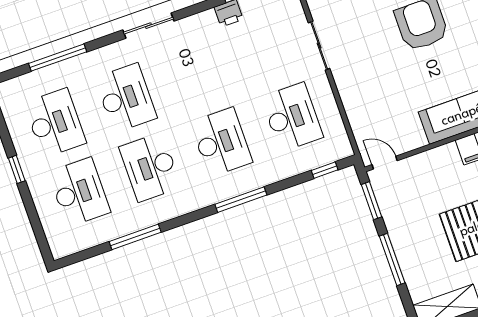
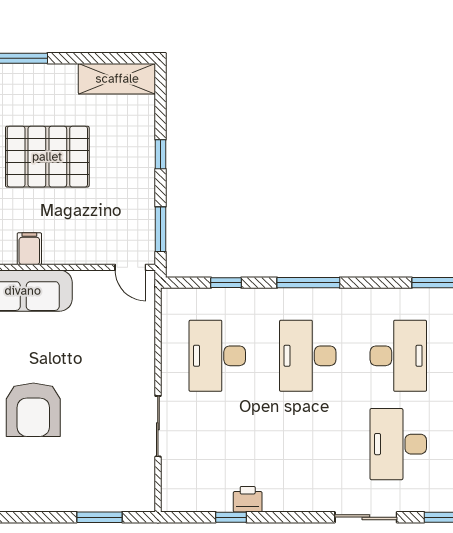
sliding door: (148, 26) -> (366, 517), moved
window: (325, 170) -> (226, 283), moved
window: (392, 259) -> (161, 154), width x0.46

